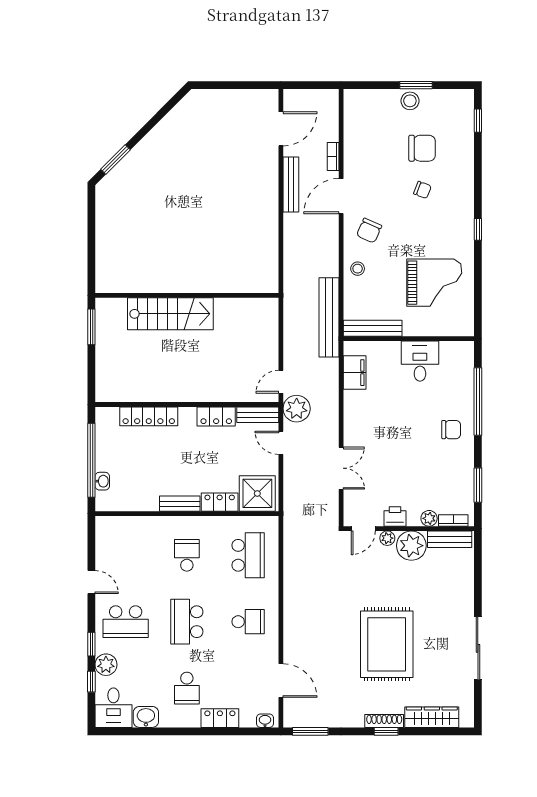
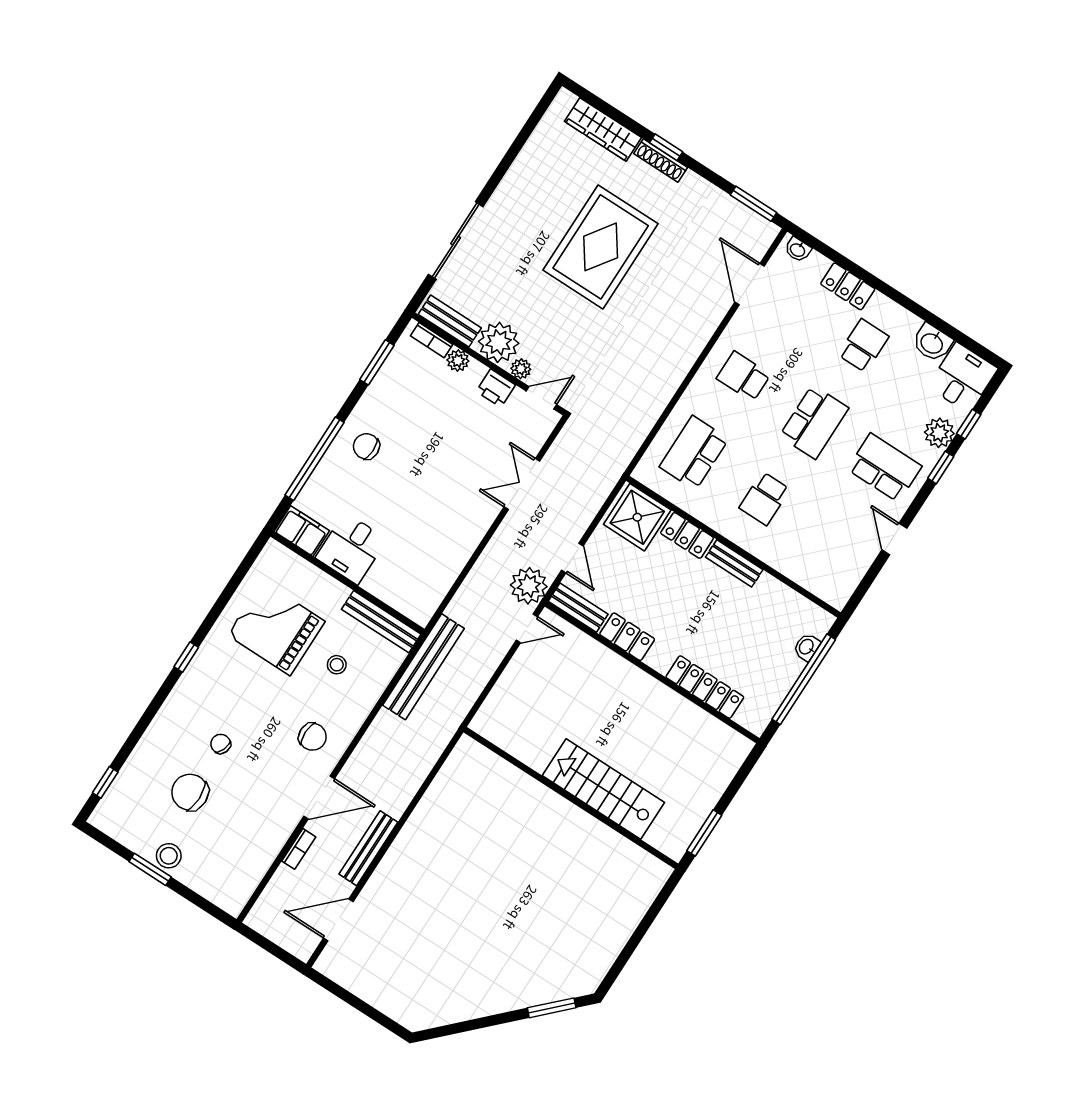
chair: (369, 231) -> (312, 737), turned 66
stool: (358, 269) -> (337, 665), moved
filing cabinet: (355, 373) -> (302, 531), moved, turned 90
sliding door: (478, 648) -> (456, 241), moved

